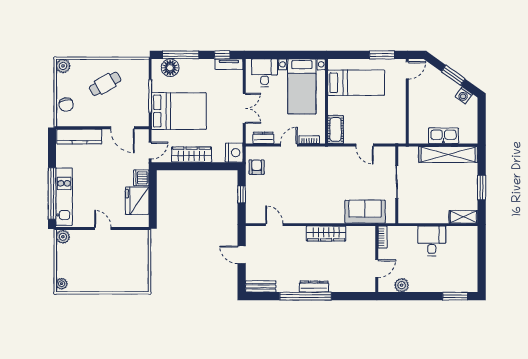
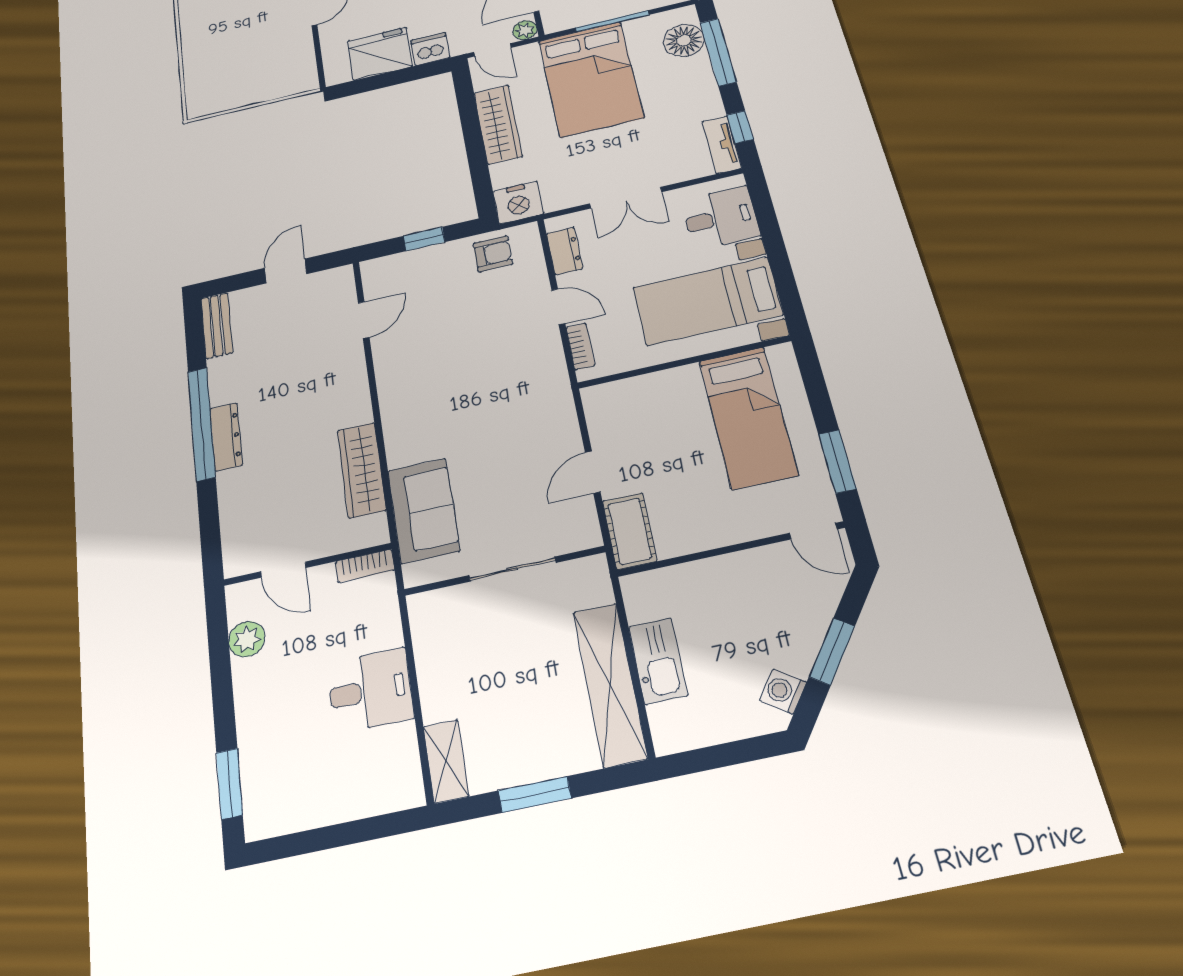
cot: (336, 129) -> (630, 531), moved, turned 90
plant: (143, 135) -> (525, 30), added
wardrobe: (326, 233) -> (362, 470), moved

